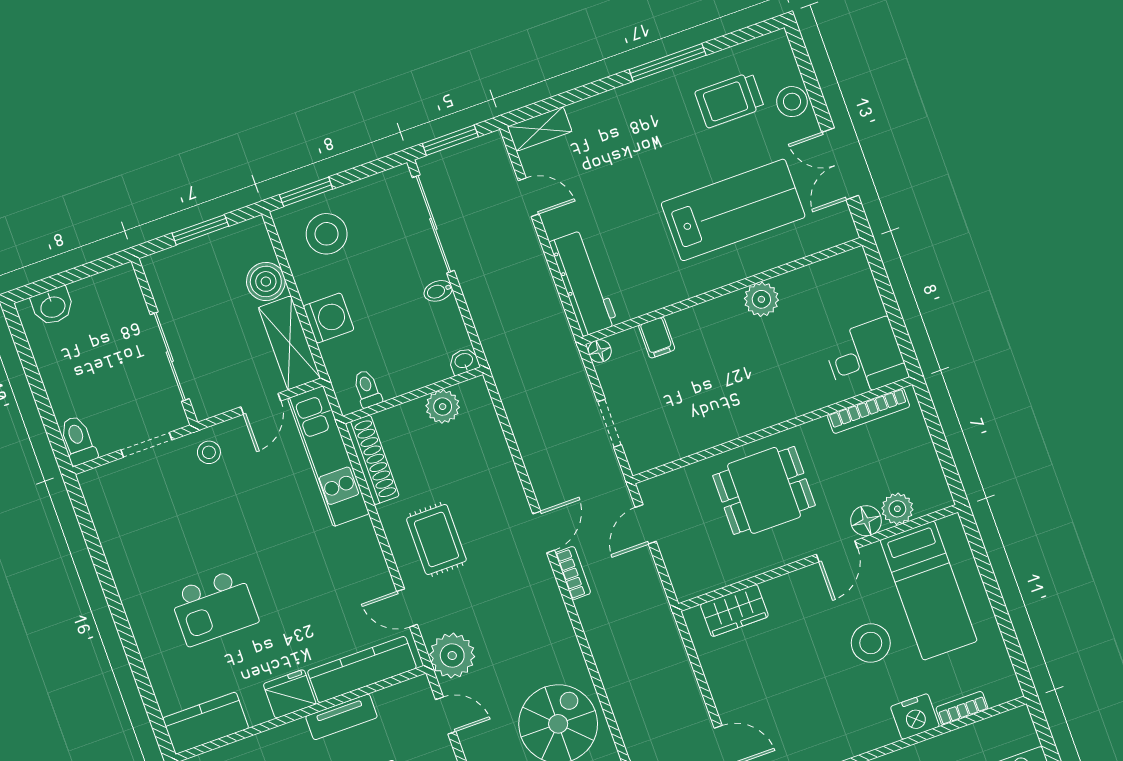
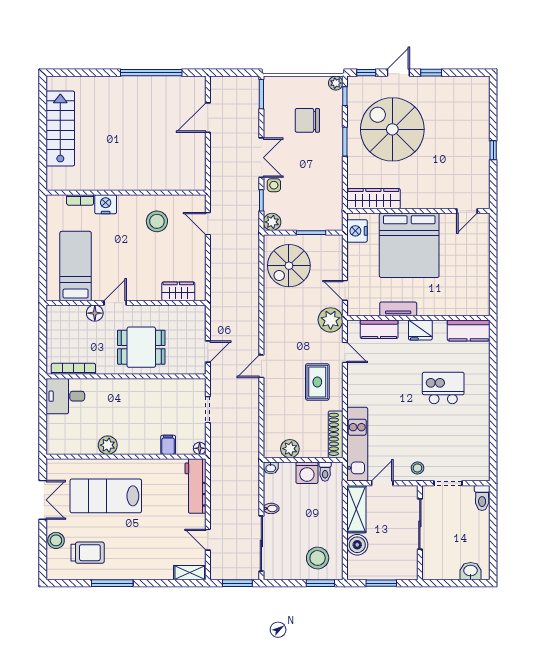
washing machine: (329, 318) -> (307, 473), moved, turned -90
plant: (897, 509) -> (77, 313), removed
bookcase: (573, 573) -> (254, 340), removed
stool: (871, 643) -> (157, 221), moved
kitchen counter: (362, 669) -> (379, 329), width x0.67

